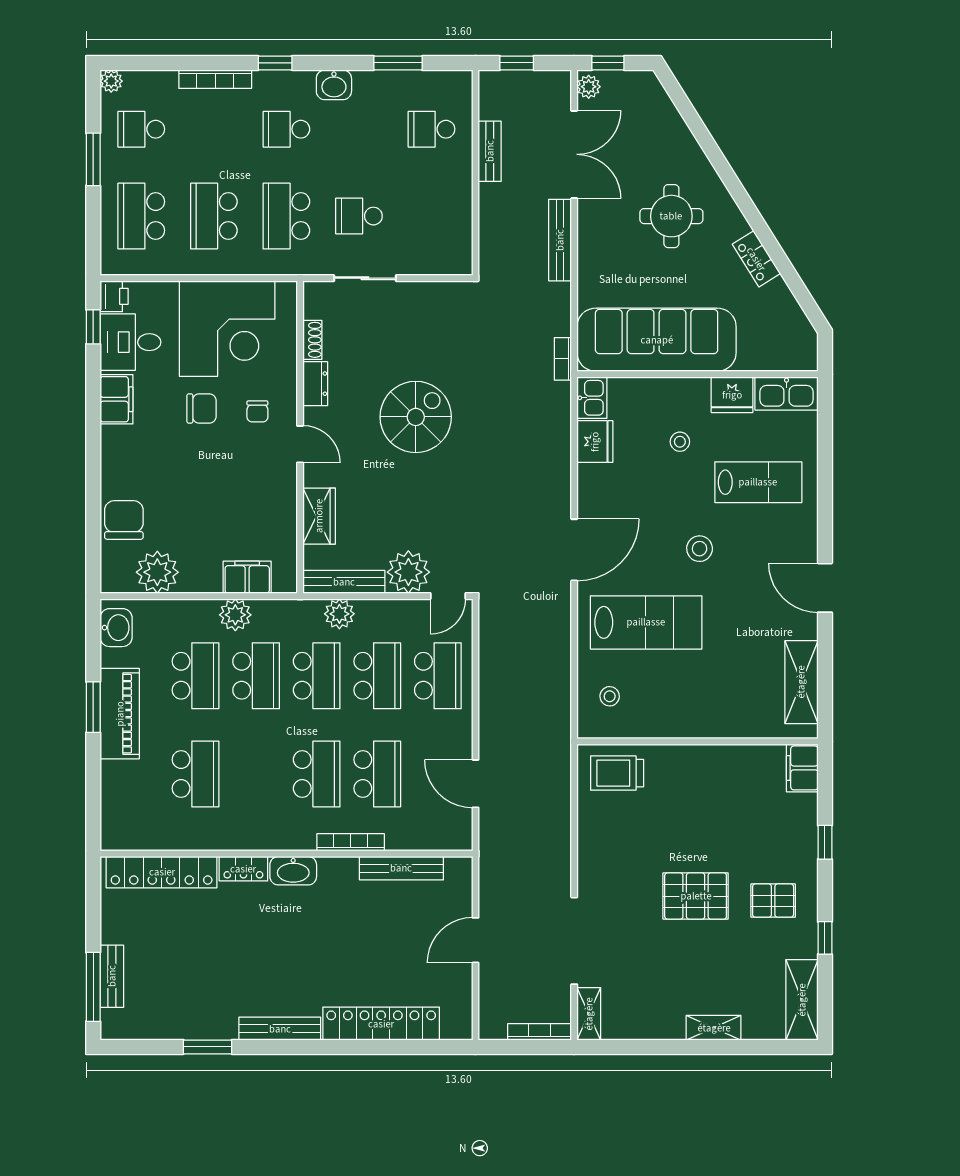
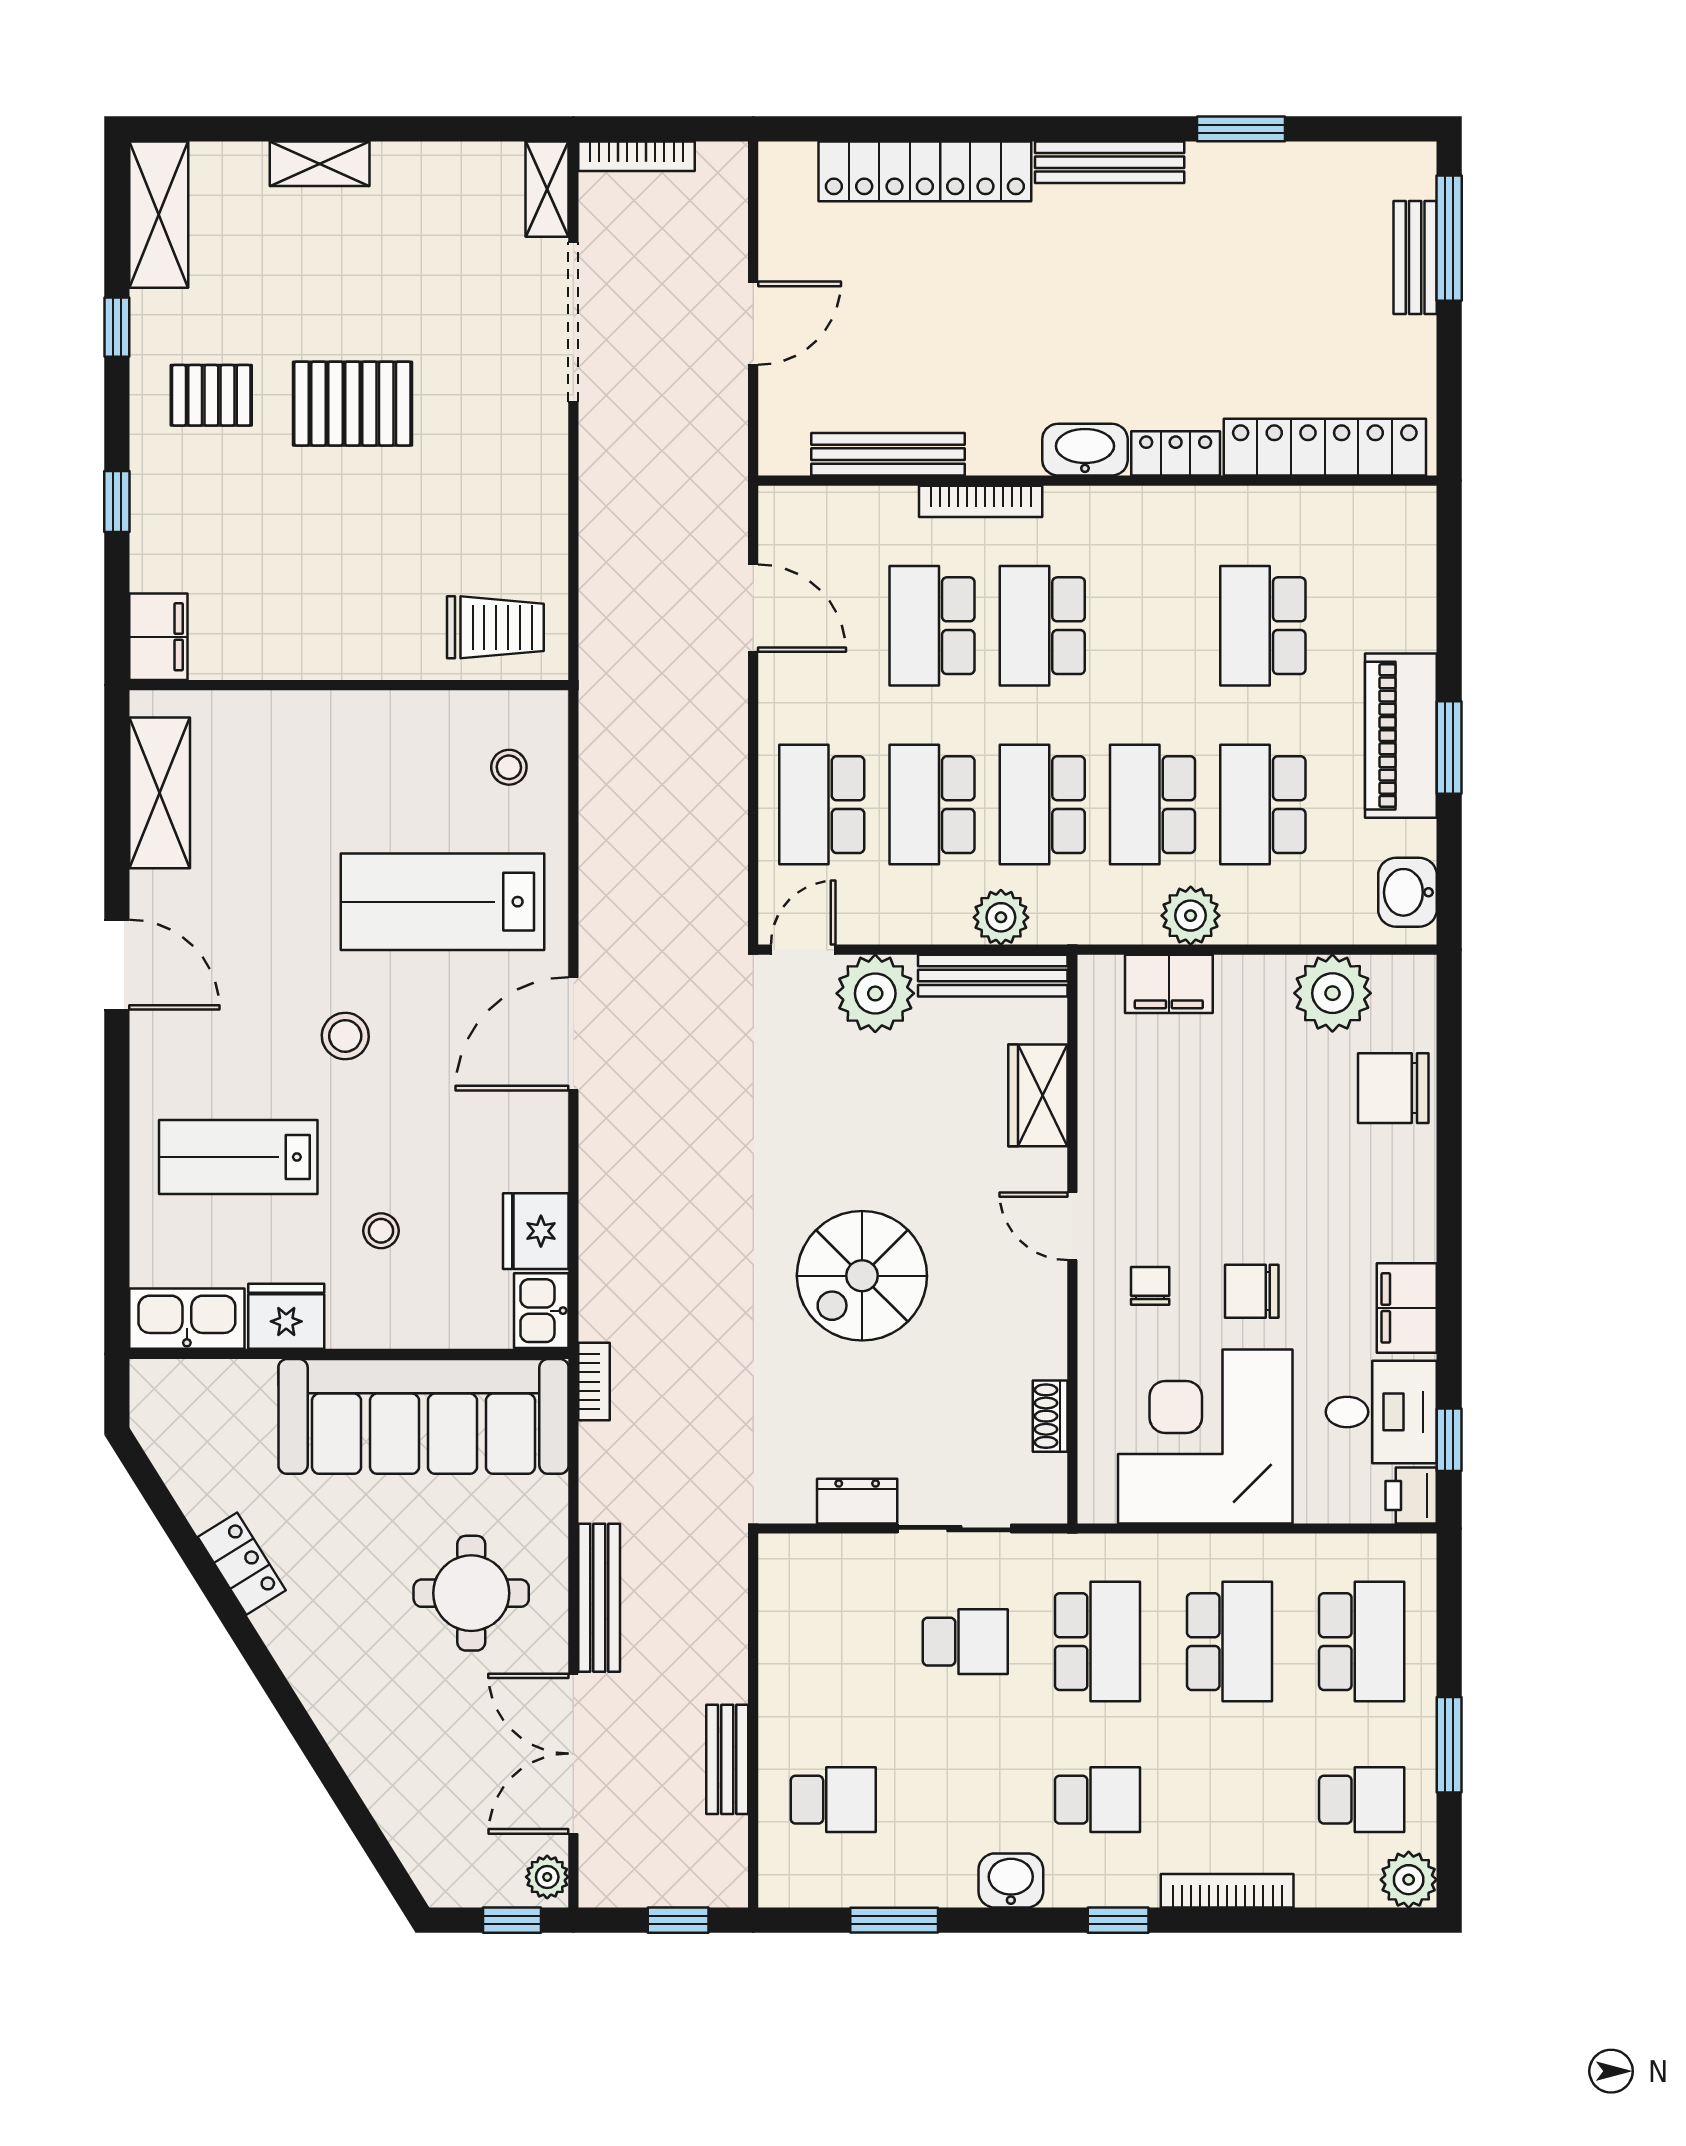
plant: (111, 81) -> (1409, 1880), width x1.38, depth x1.38
round table: (671, 216) -> (471, 1593), moved
dresser: (315, 384) -> (857, 1501), moved, turned 90
chair: (124, 520) -> (1393, 1088), turned 90

